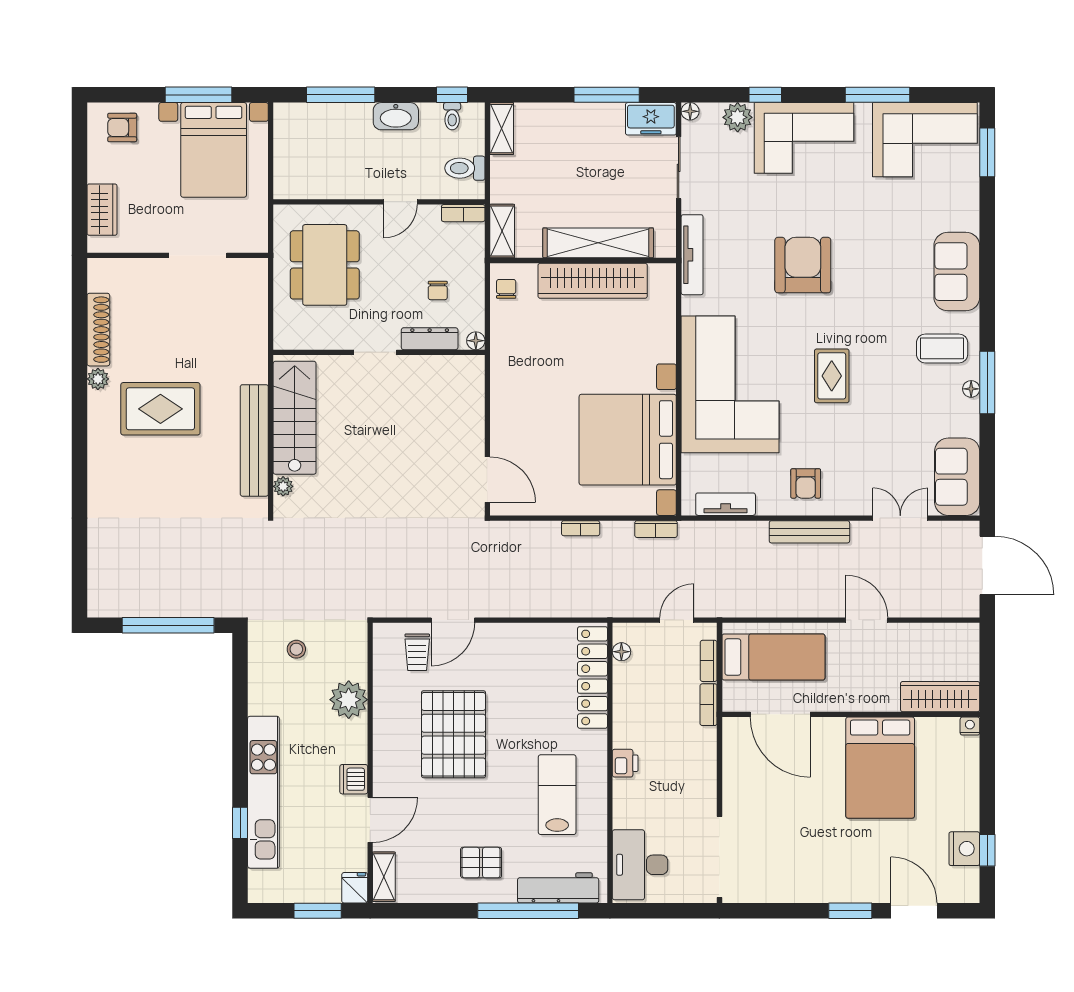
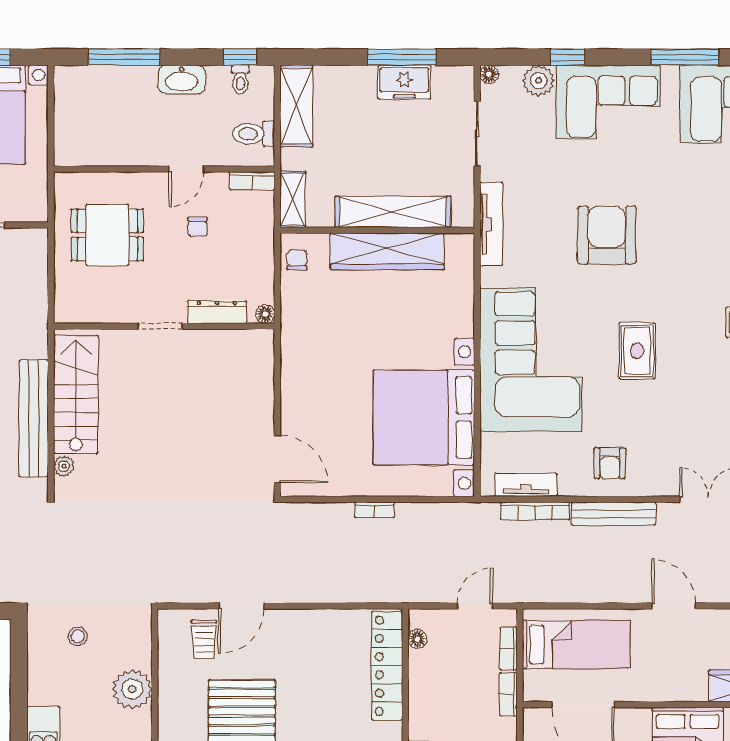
freezer: (651, 119) -> (404, 82), moved
shelving: (502, 129) -> (296, 106), width x1.50, depth x1.33
dining table: (325, 265) -> (107, 235), width x0.73
chair: (438, 290) -> (197, 227), moved
bookcase: (656, 529) -> (535, 511), moved, width x1.56

